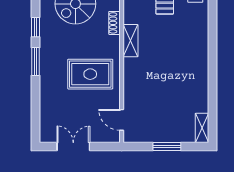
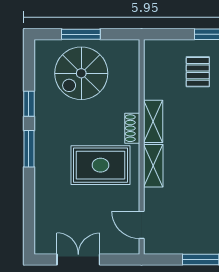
shoe rack: (114, 23) -> (132, 128), moved
shelving: (131, 75) -> (153, 166), added

